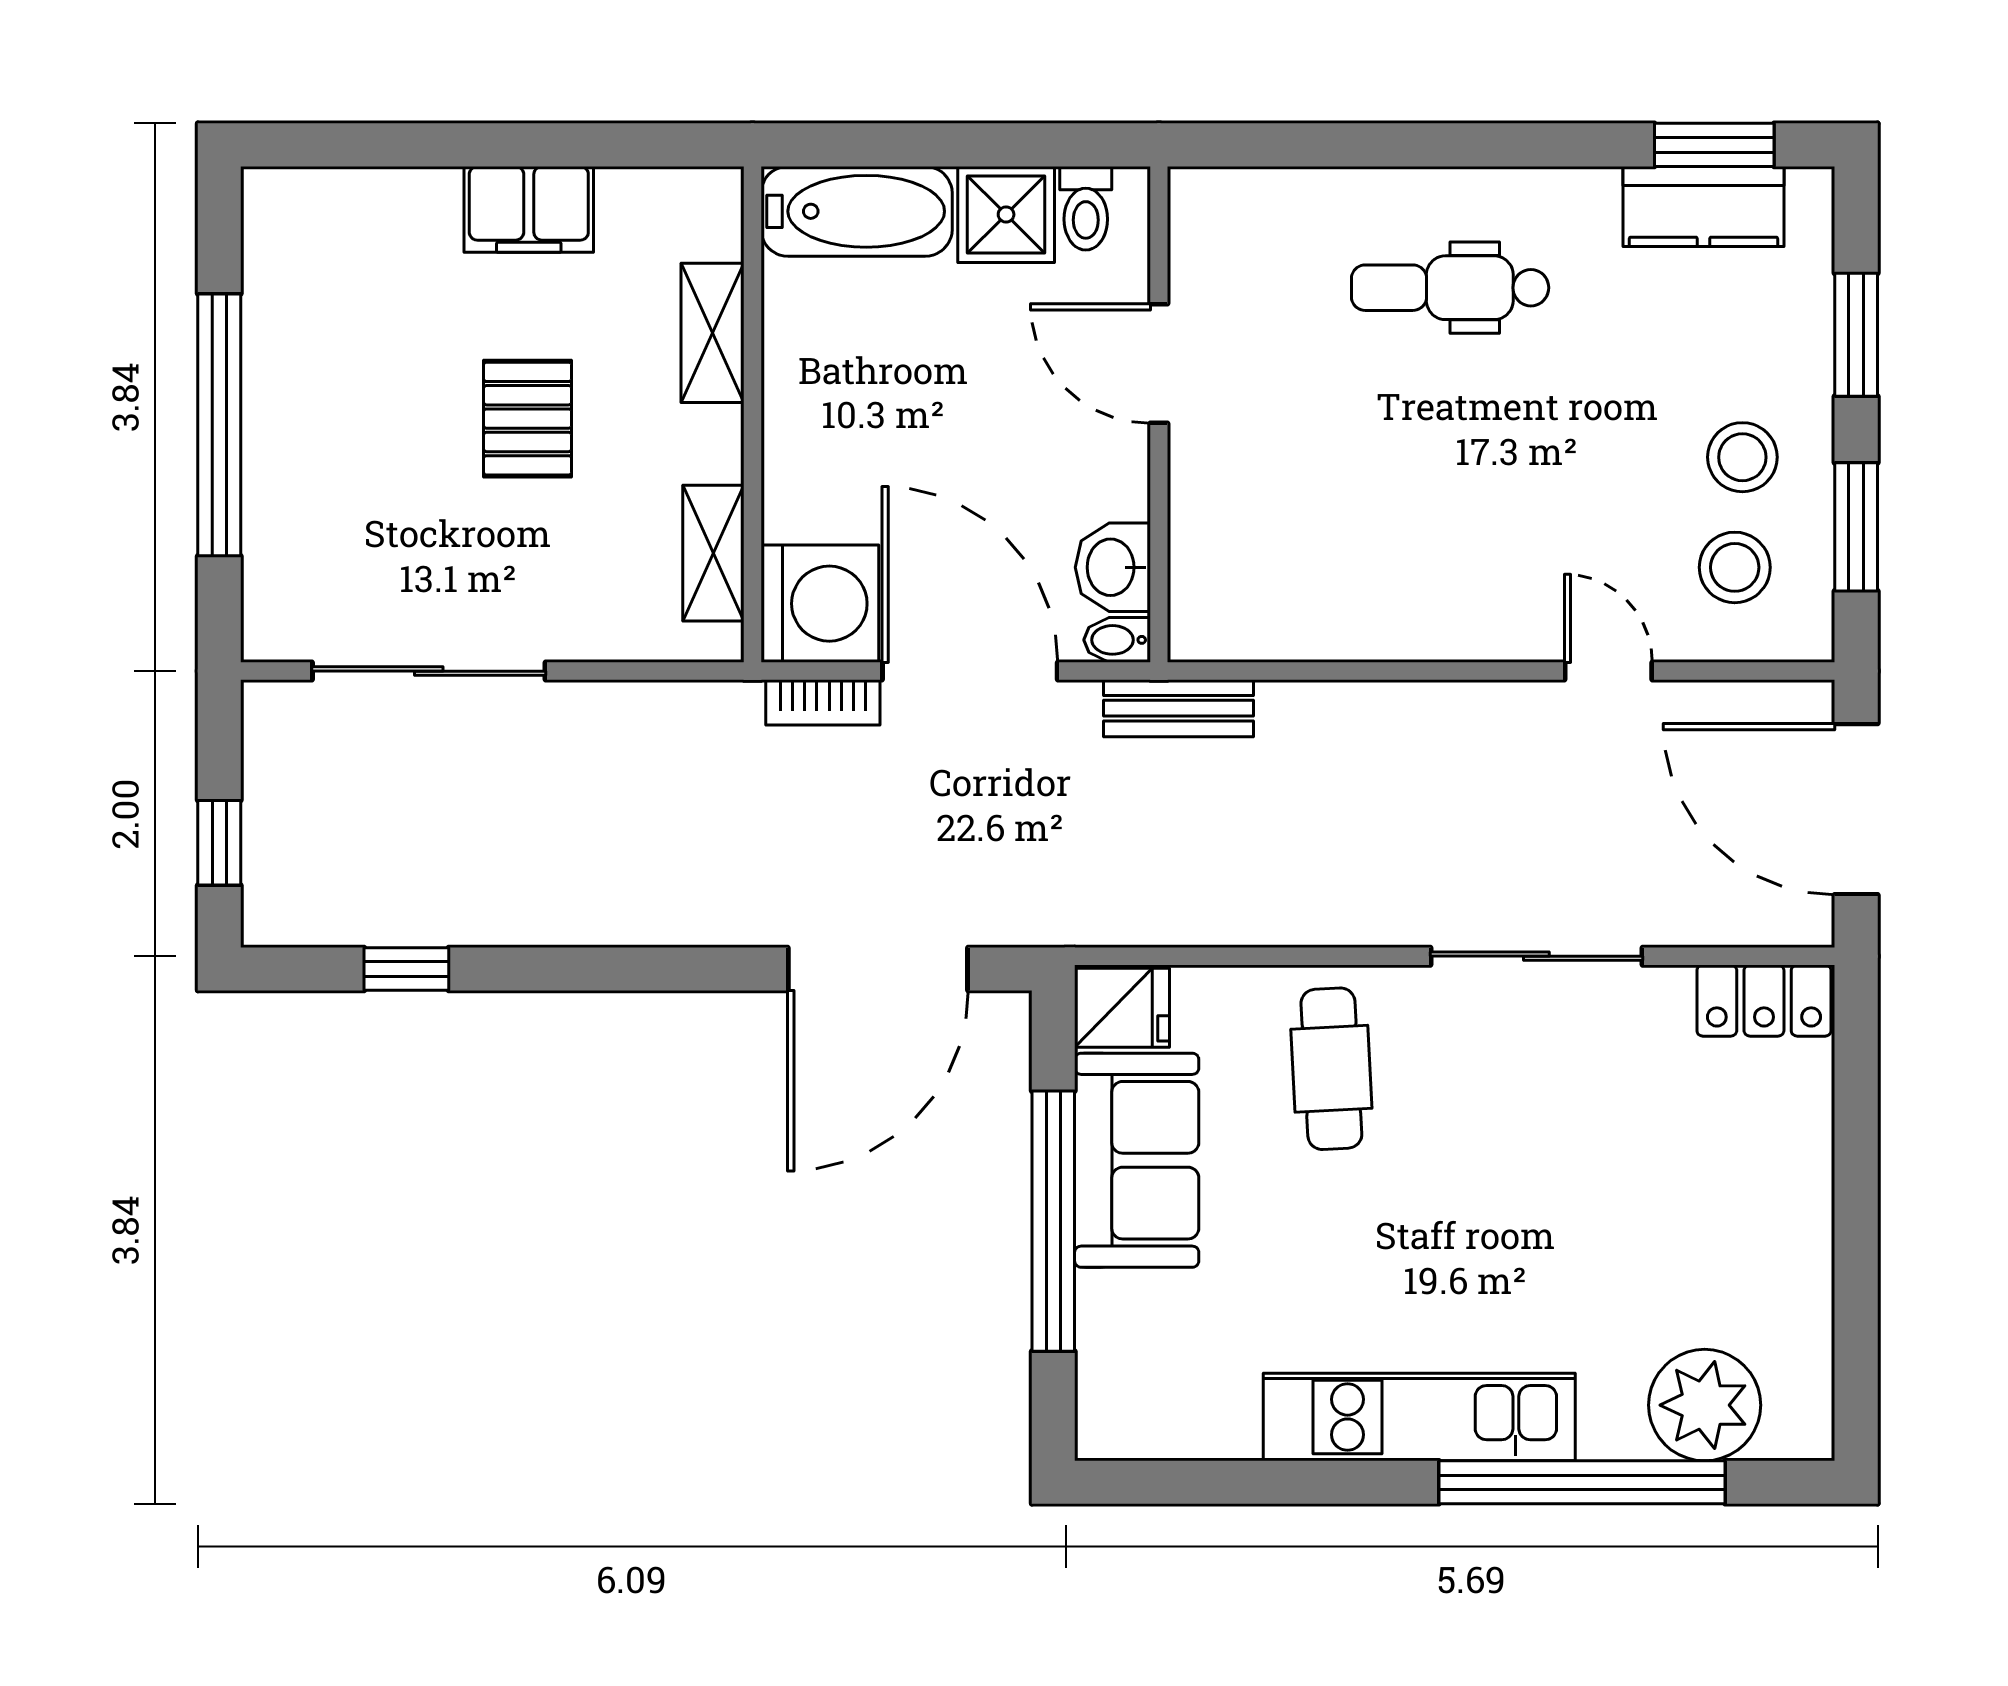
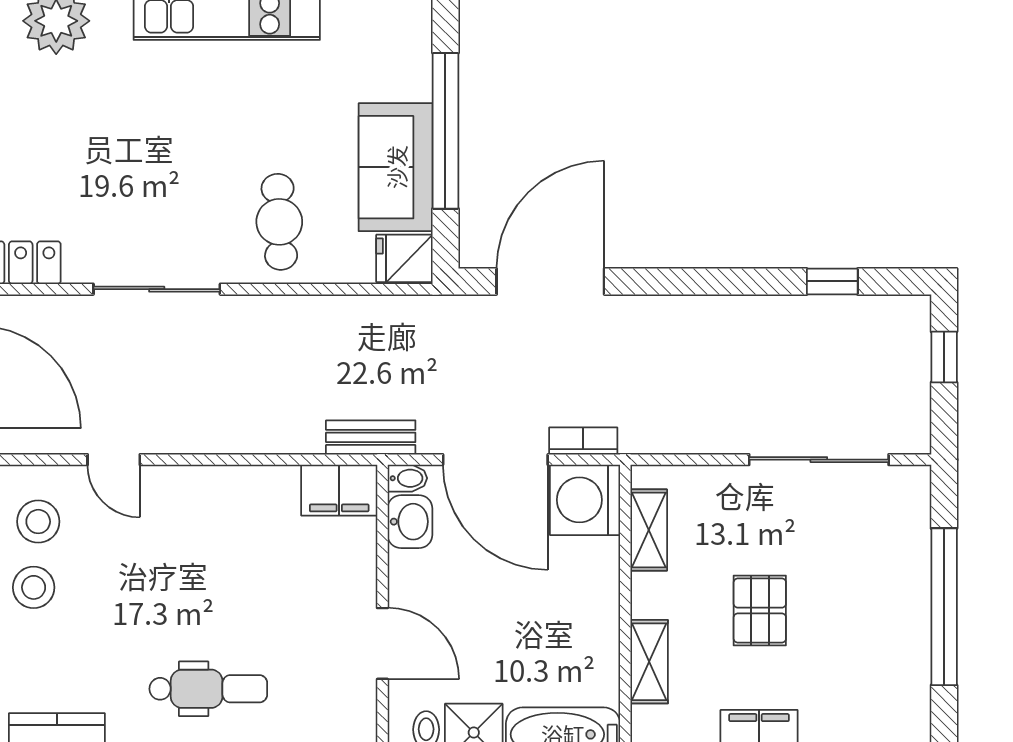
filing cabinet: (1231, 620) -> (339, 490), added

